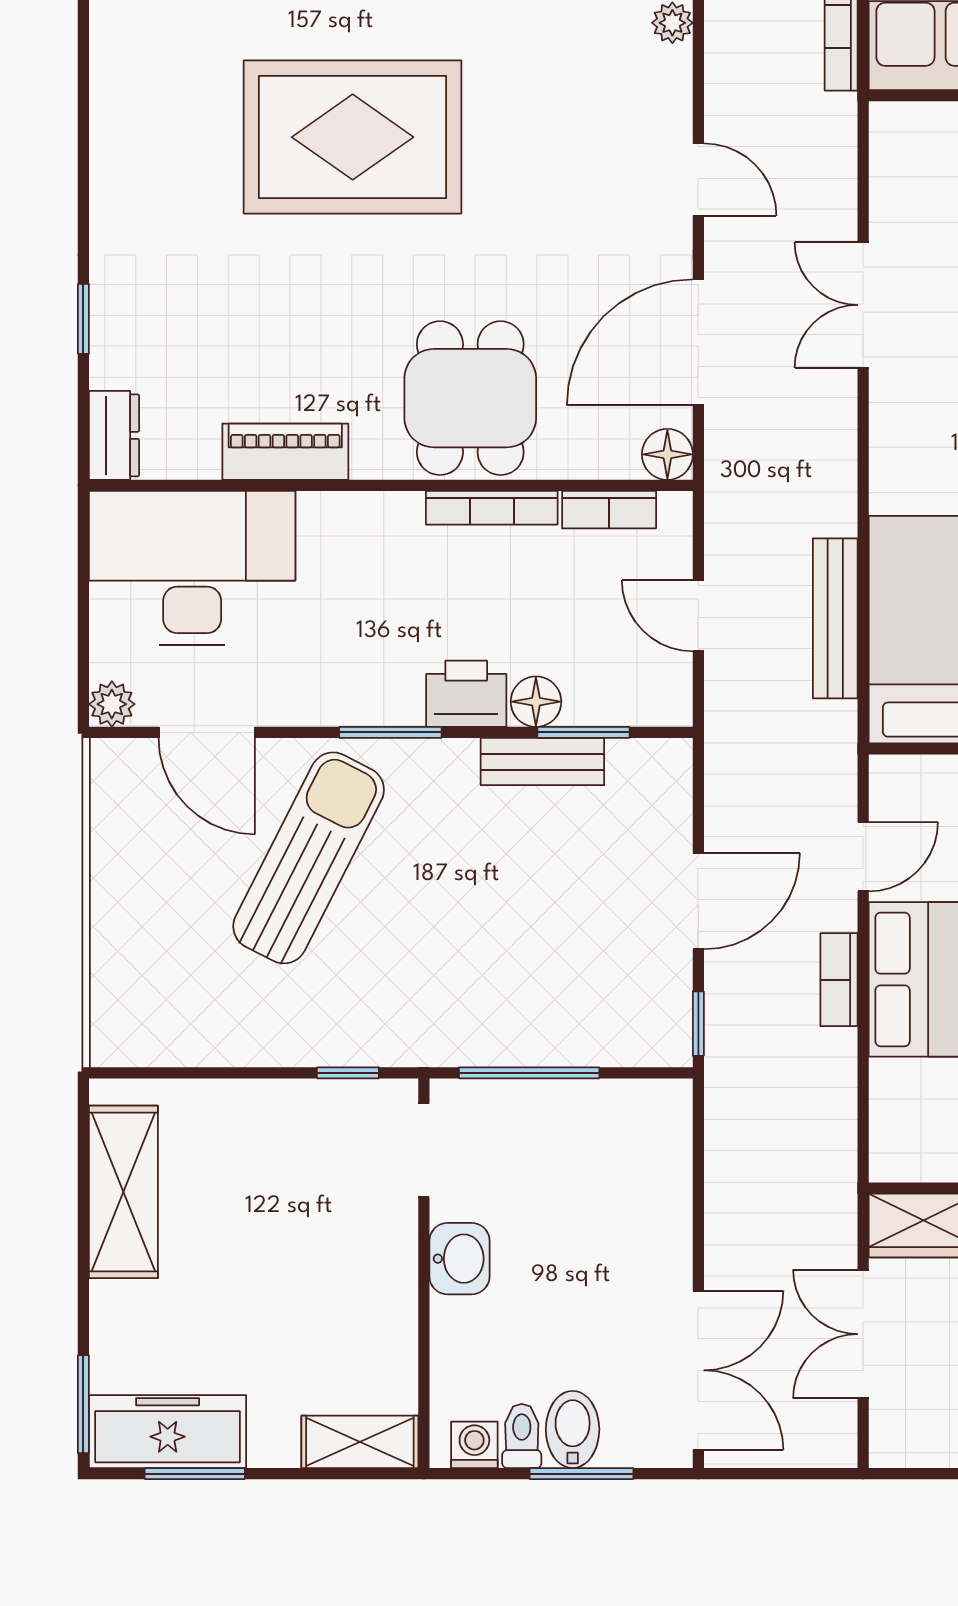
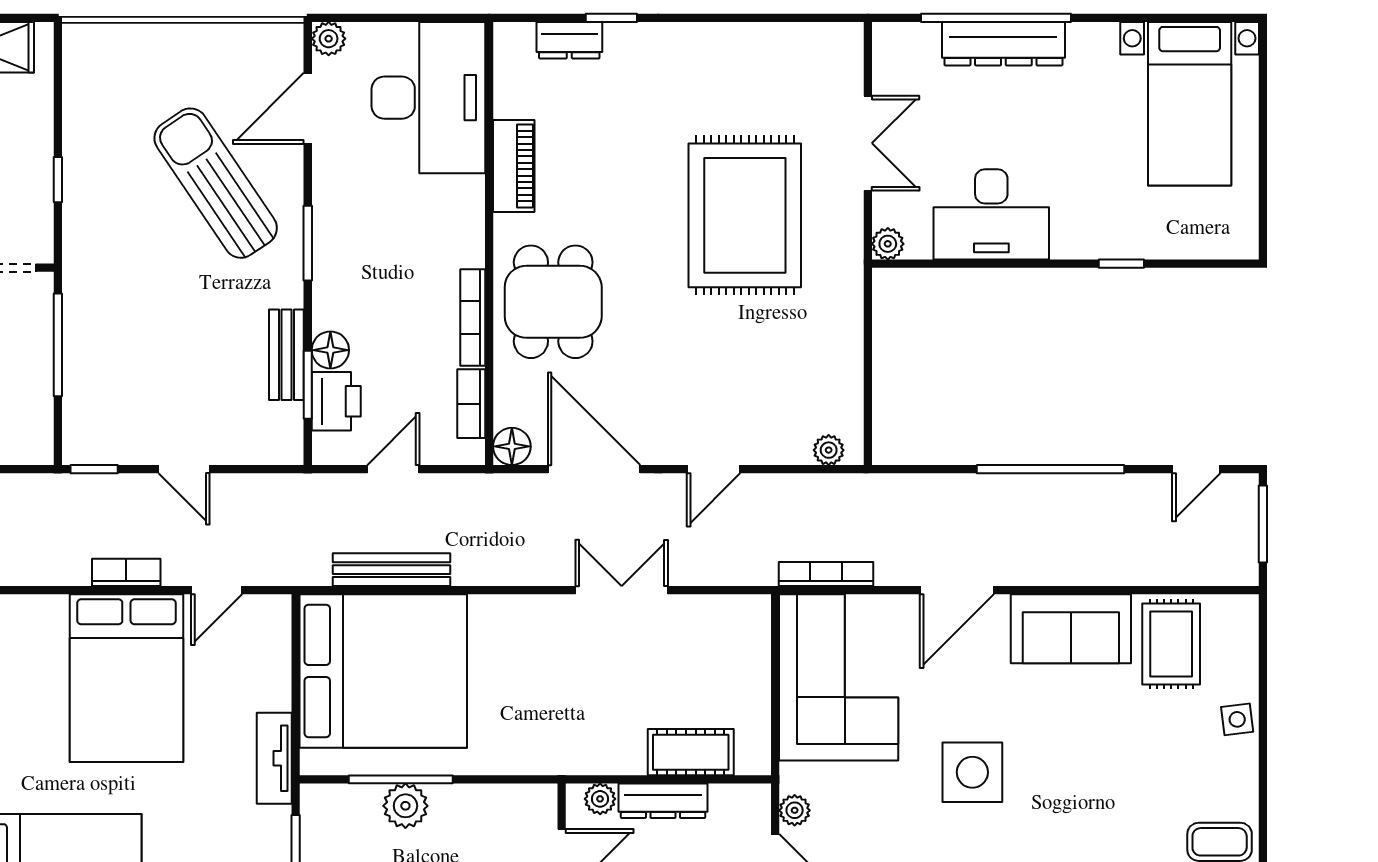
dining table: (470, 398) -> (553, 302), turned 90
dresser: (114, 435) -> (569, 40), moved
printer: (466, 694) -> (336, 401), moved
door: (863, 857) -> (217, 590), hinge flipped
sun lounger: (309, 858) -> (216, 183), turned -151
door: (698, 901) -> (184, 469), width x0.73
window: (348, 1073) -> (58, 180), moved

